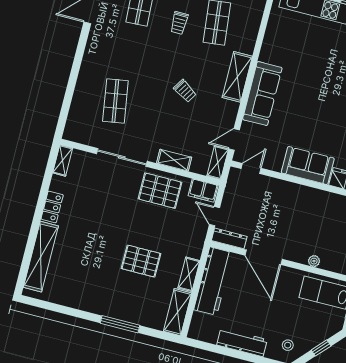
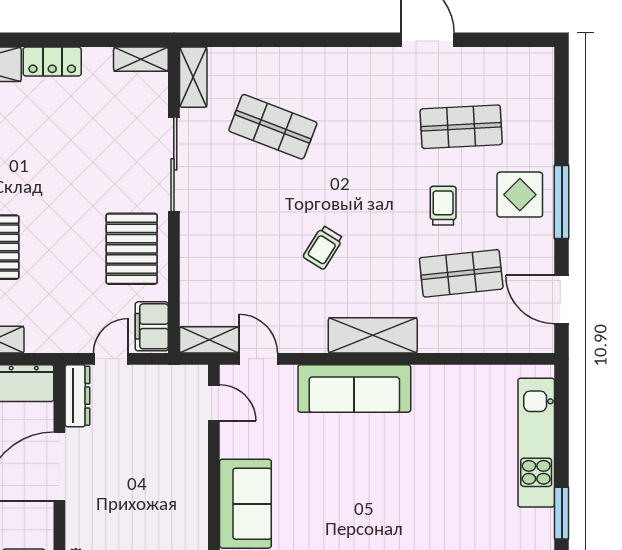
trolley: (179, 23) -> (443, 206), turned 90
shop shelf: (115, 101) -> (273, 127), turned 30
shelving: (174, 160) -> (193, 77), moved

